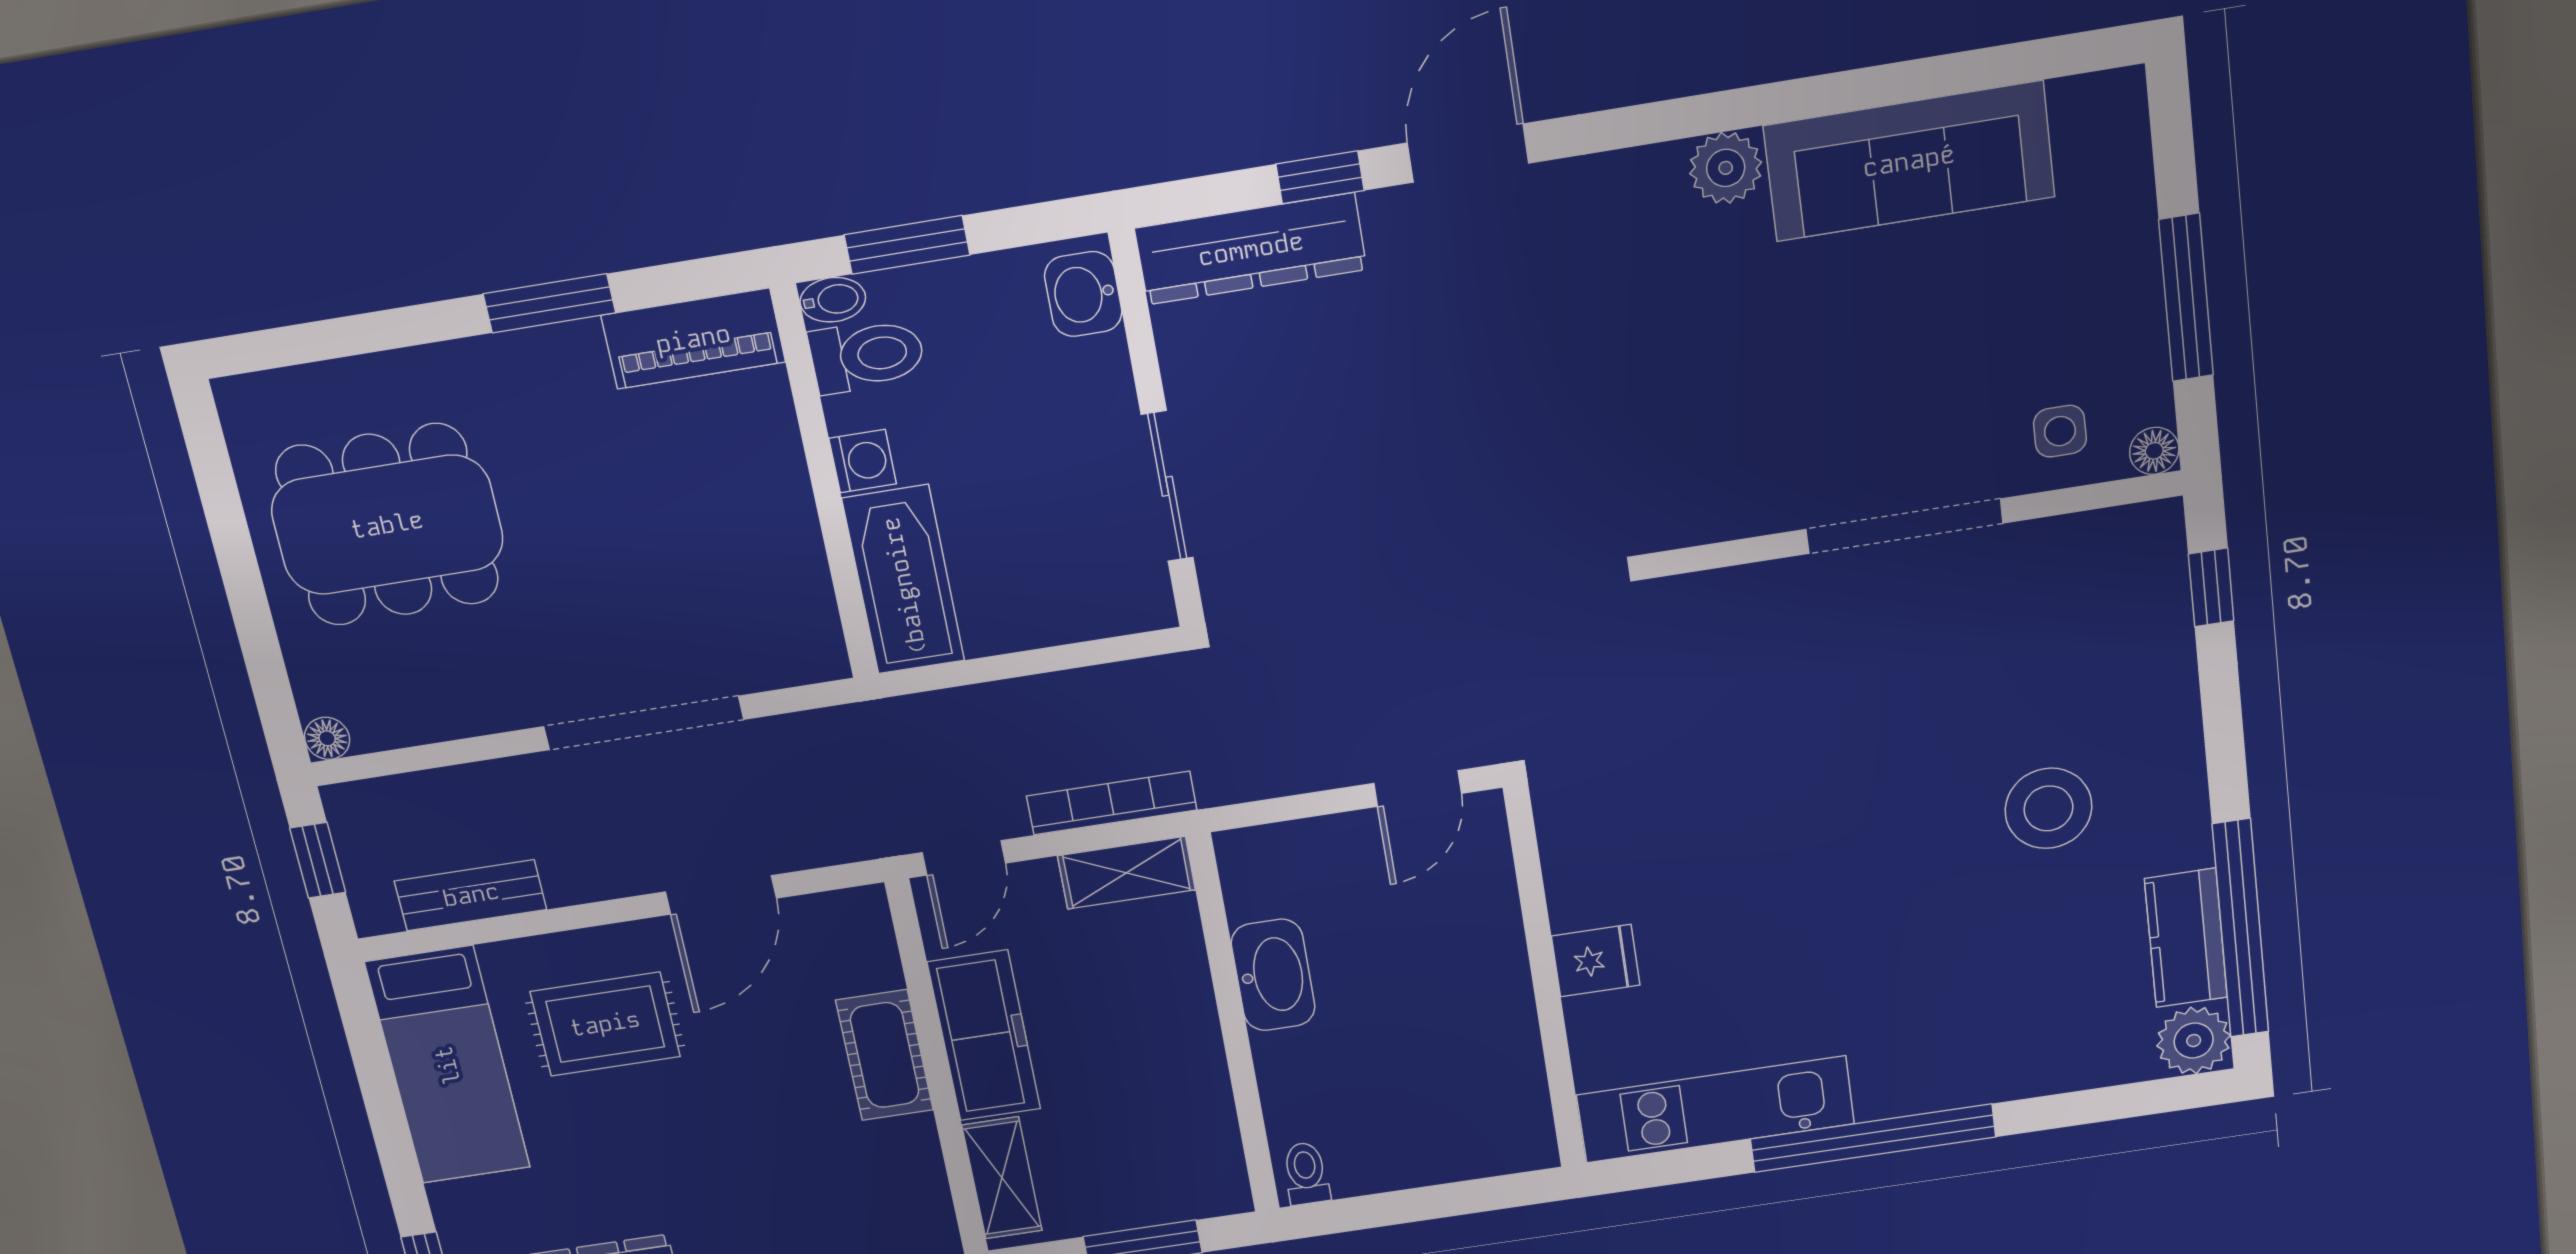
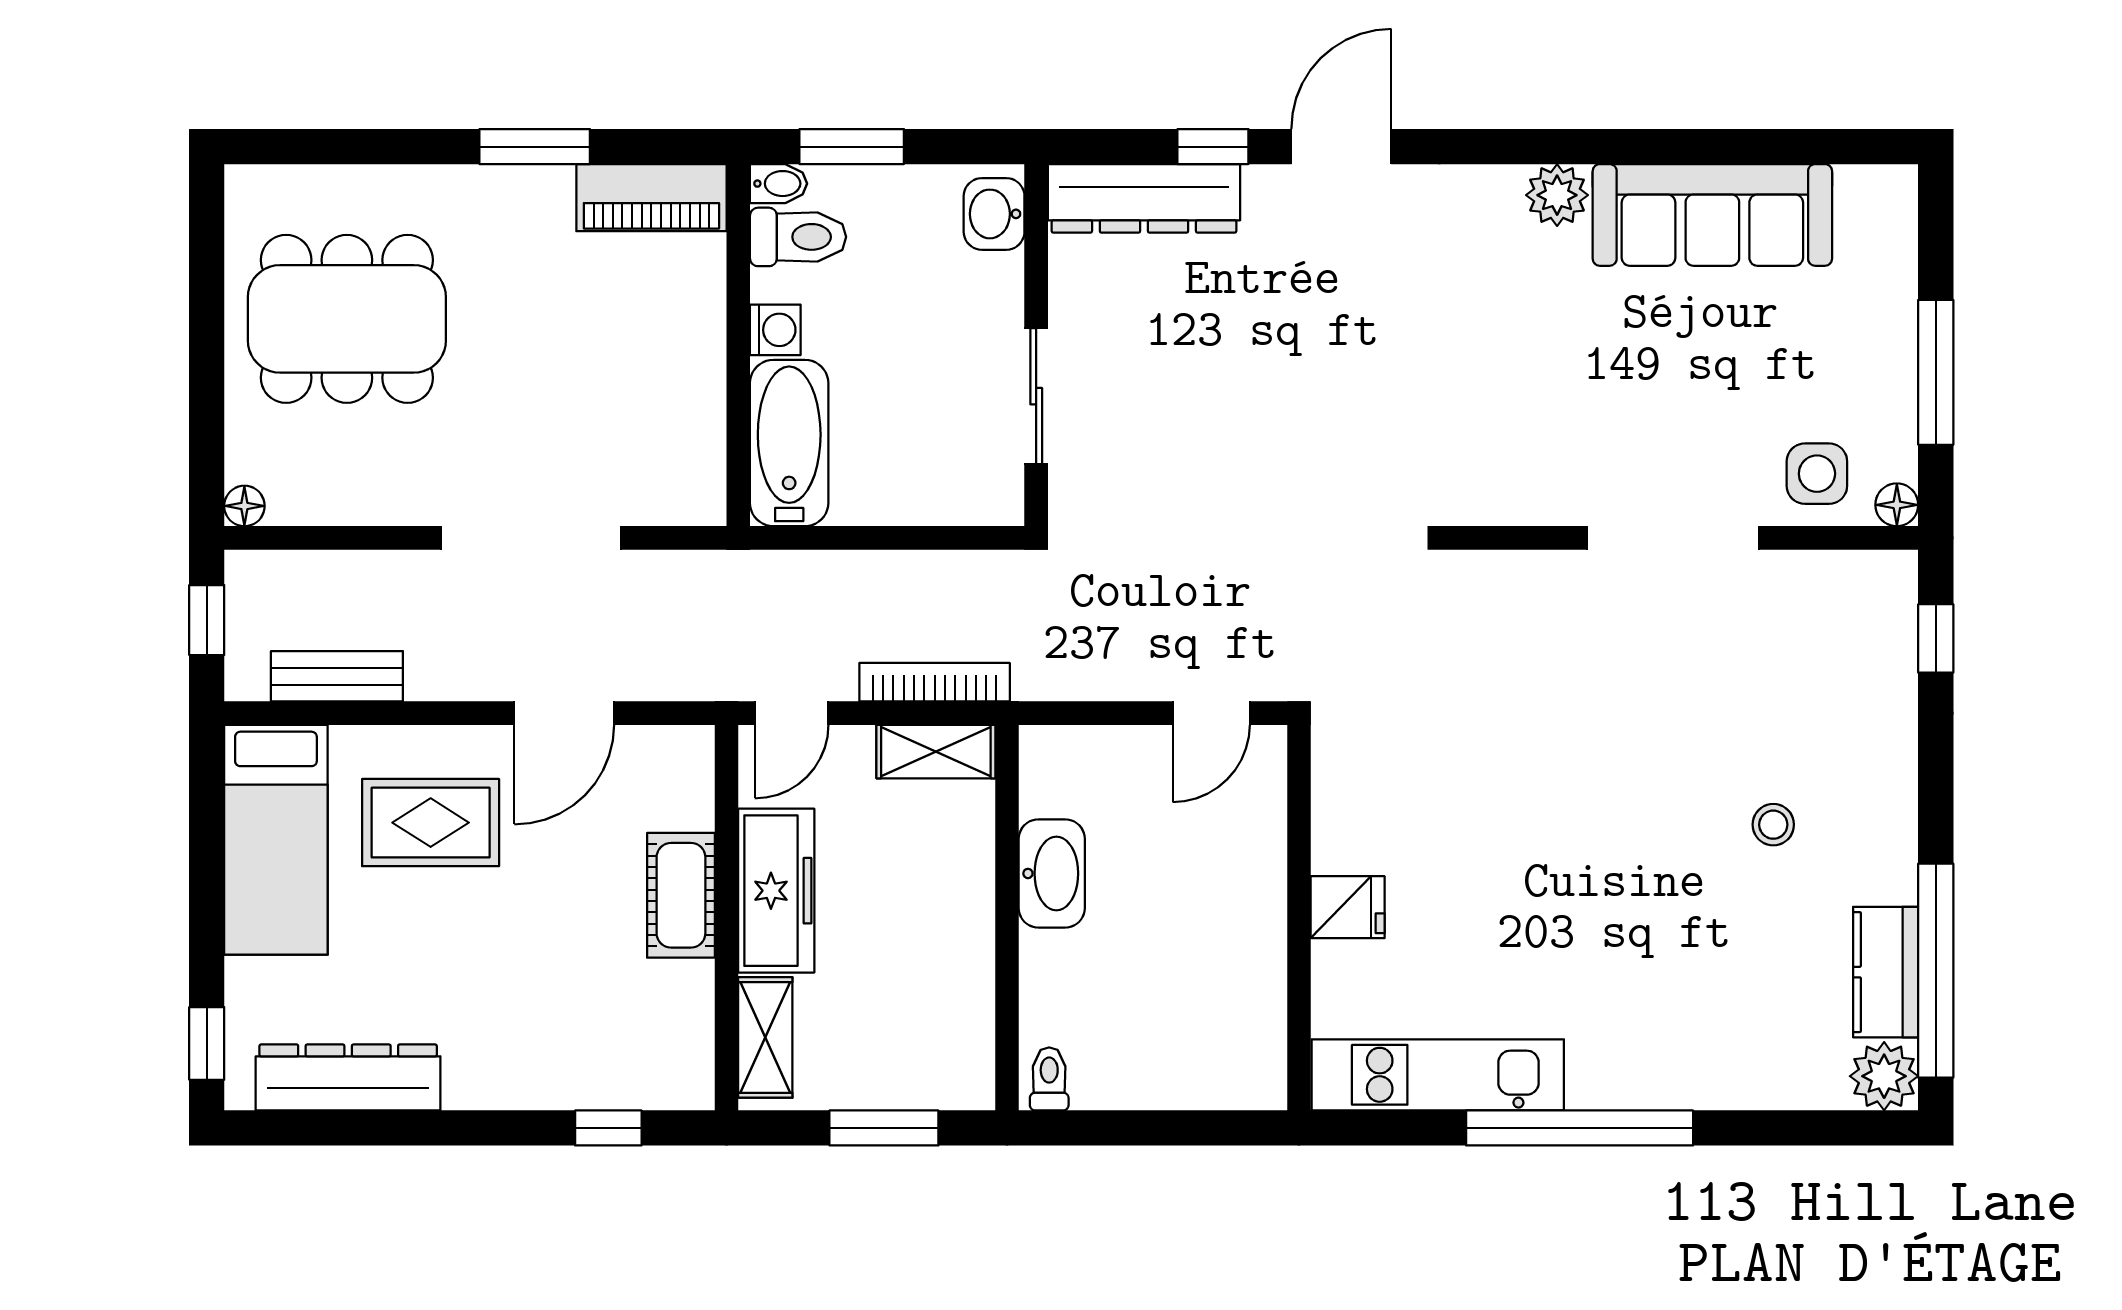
side table: (2060, 431) -> (1817, 474), width x1.37, depth x1.37
stool: (2048, 808) -> (1773, 825), width x0.53, depth x0.53

